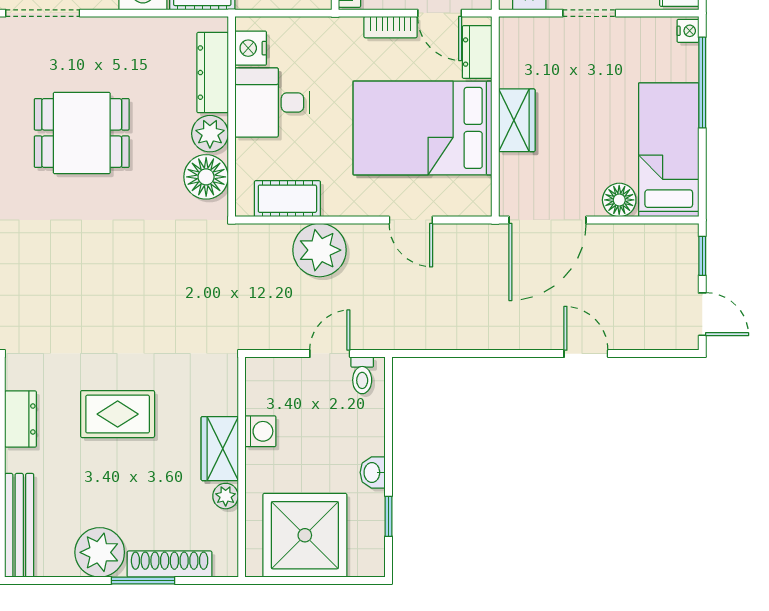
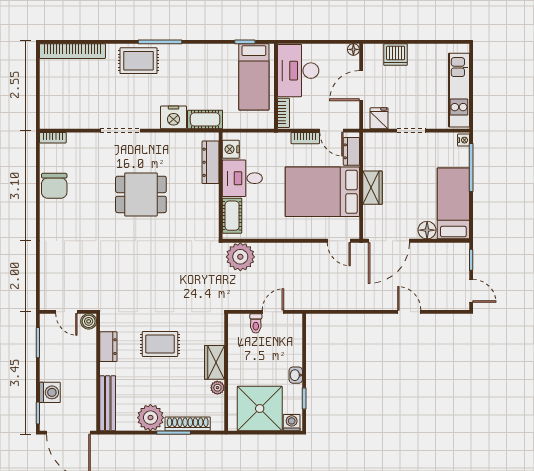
plant: (210, 134) -> (209, 195), removed
floor lamp: (206, 177) -> (207, 218), removed
cot: (287, 199) -> (232, 216), moved, turned 90
door: (411, 220) -> (339, 241), moved
plant: (320, 250) -> (240, 257), moved
toilet: (362, 375) -> (256, 323), moved
washing machine: (260, 431) -> (292, 423), moved, turned -90

